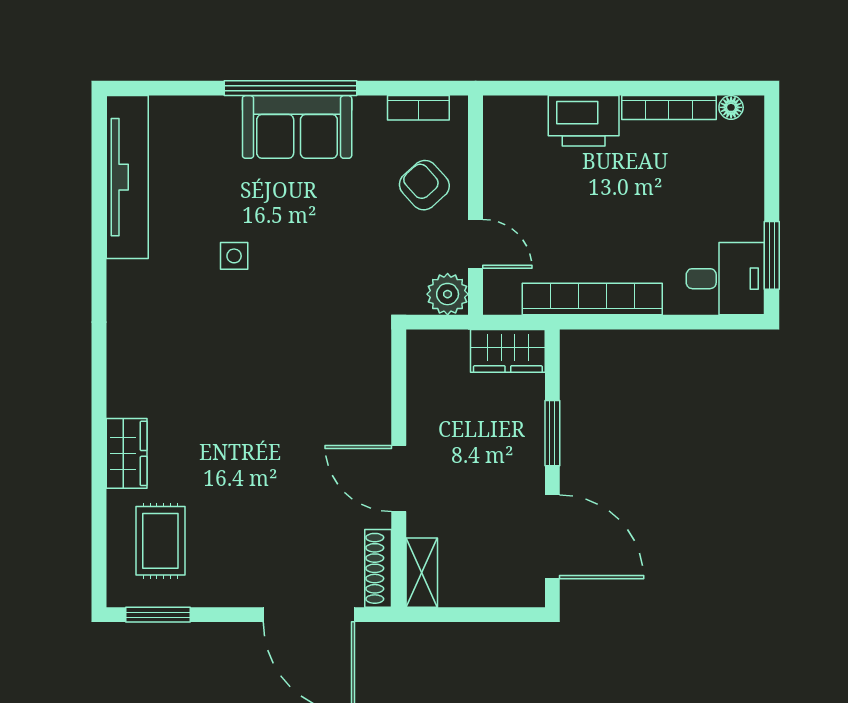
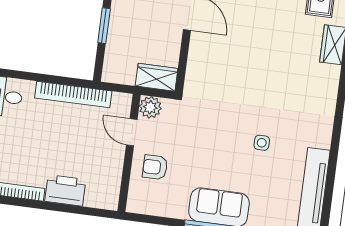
bookcase: (418, 108) -> (153, 209), removed
armchair: (424, 185) -> (155, 167), turned 132
wardrobe: (508, 351) -> (157, 77), moved

